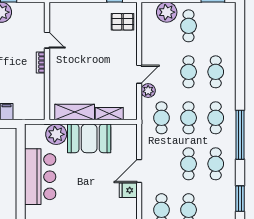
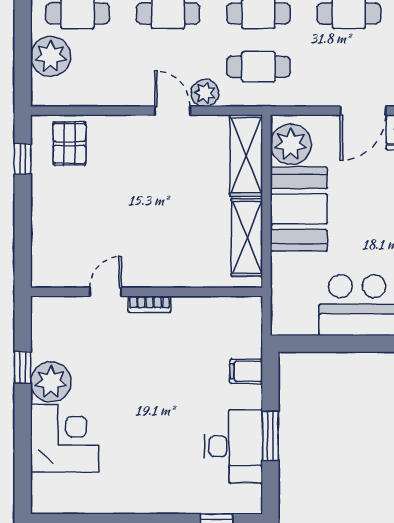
shelving: (109, 114) -> (246, 156), width x1.50, depth x1.33
plant: (56, 134) -> (291, 144), moved
door: (139, 171) -> (363, 111), hinge flipped

